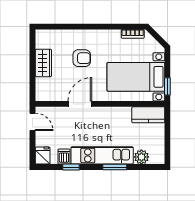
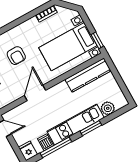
armchair: (82, 58) -> (16, 56), turned 90
kitchen counter: (148, 115) -> (88, 75), width x1.50
window: (71, 167) -> (56, 147), width x2.17

